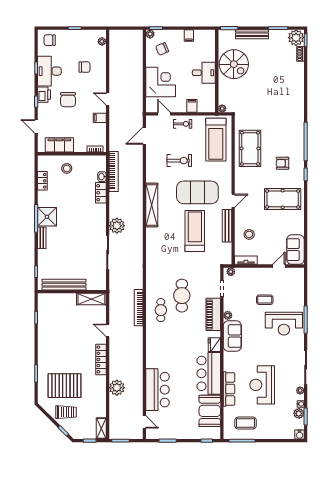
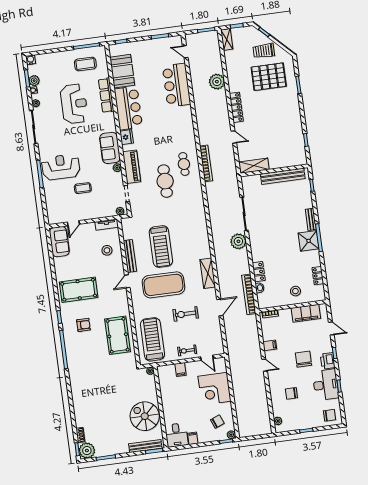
bench: (252, 34) -> (145, 446), moved
desk: (204, 73) -> (176, 435), moved, turned -90
door: (144, 136) -> (220, 308), moved
shelving: (152, 205) -> (208, 273), width x0.68

